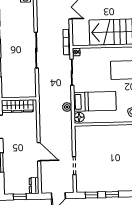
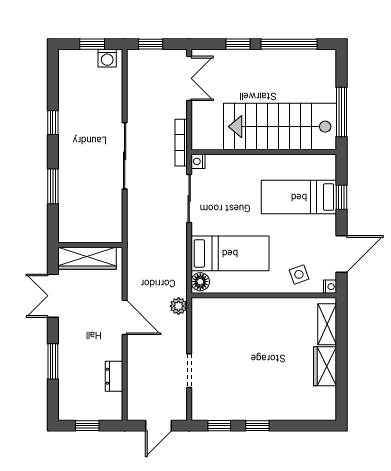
plant: (67, 107) -> (179, 306), moved
door: (39, 152) -> (125, 317), moved
dresser: (34, 185) -> (114, 376), moved

